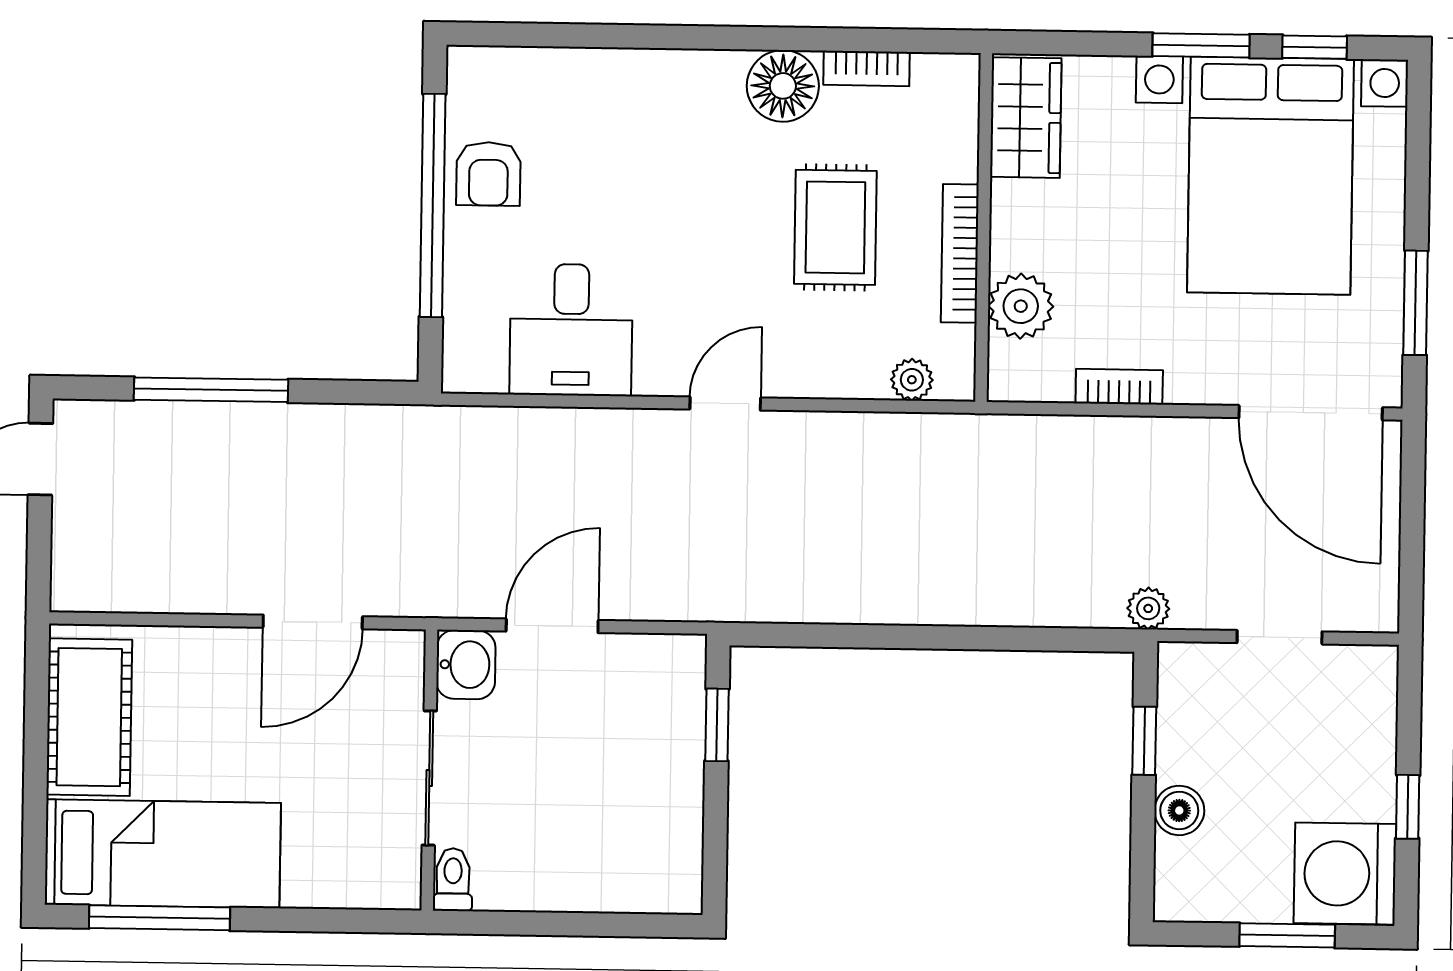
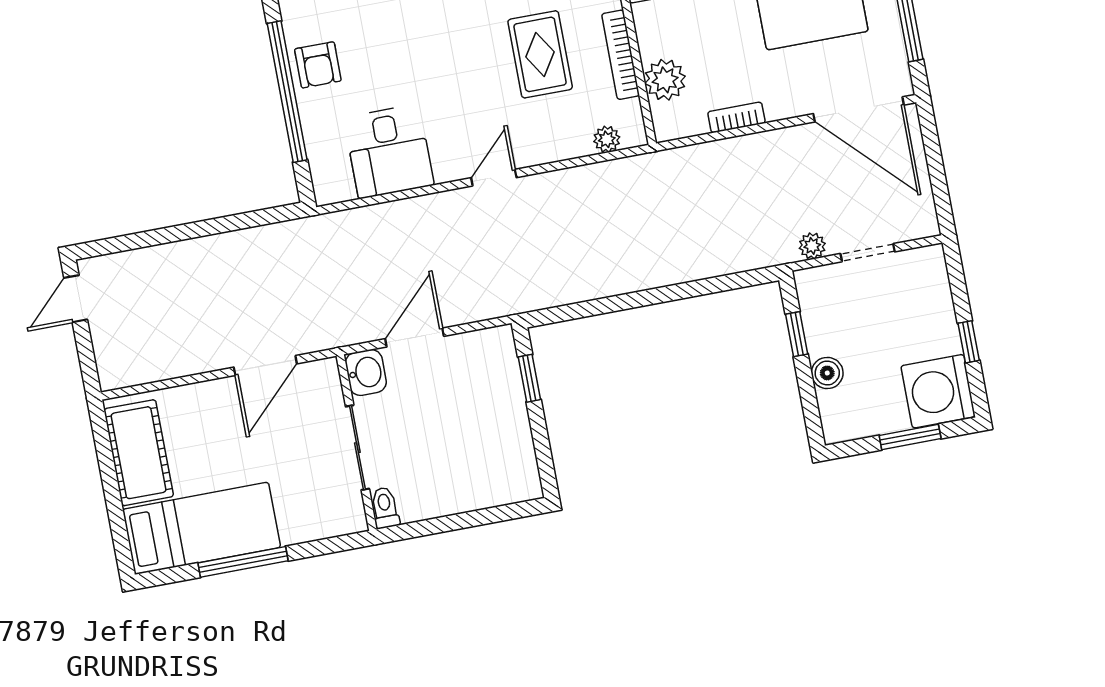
window: (211, 390) -> (173, 234), removed
plant: (1148, 608) -> (812, 246), moved
window: (160, 918) -> (243, 562), moved

